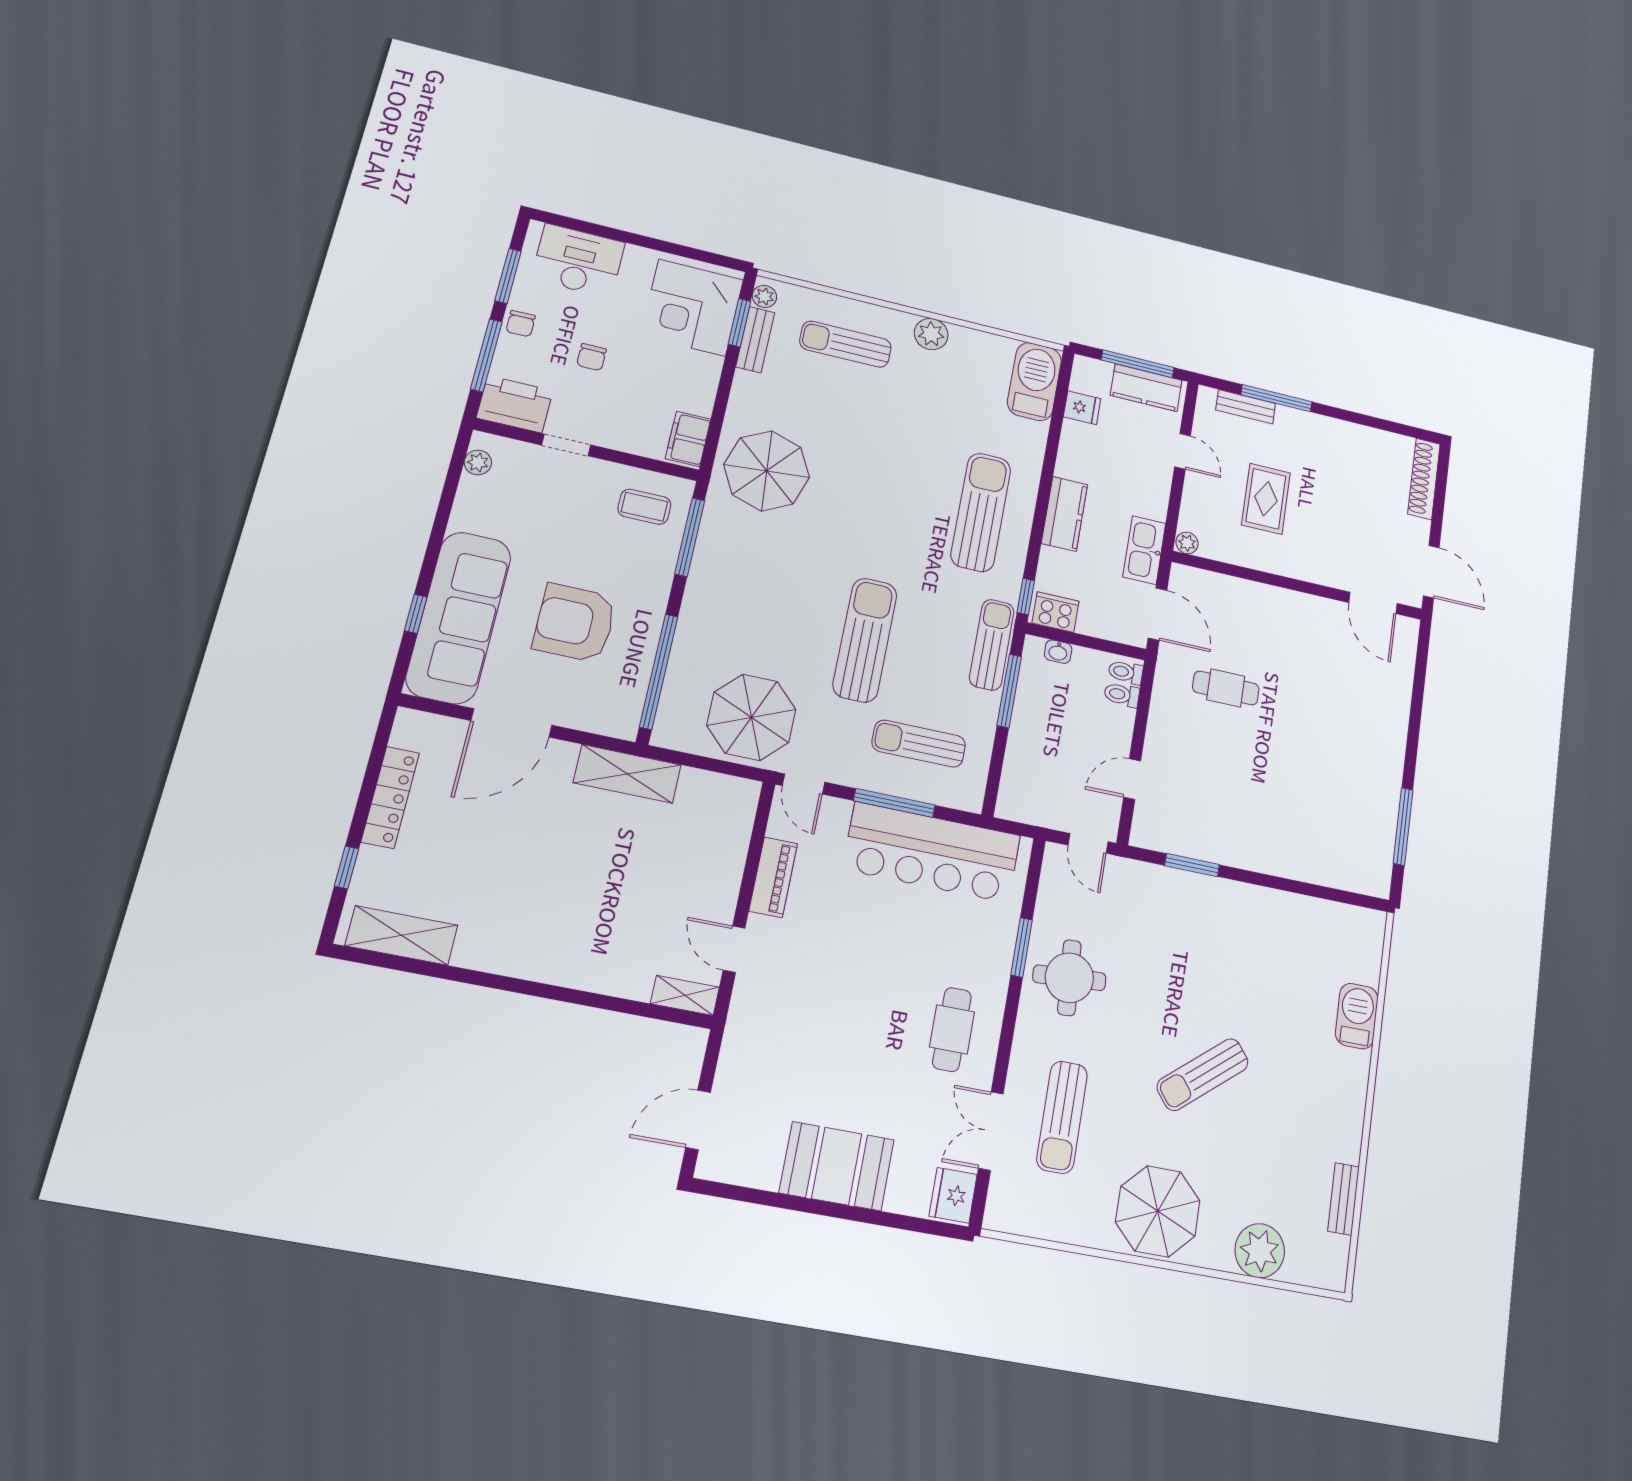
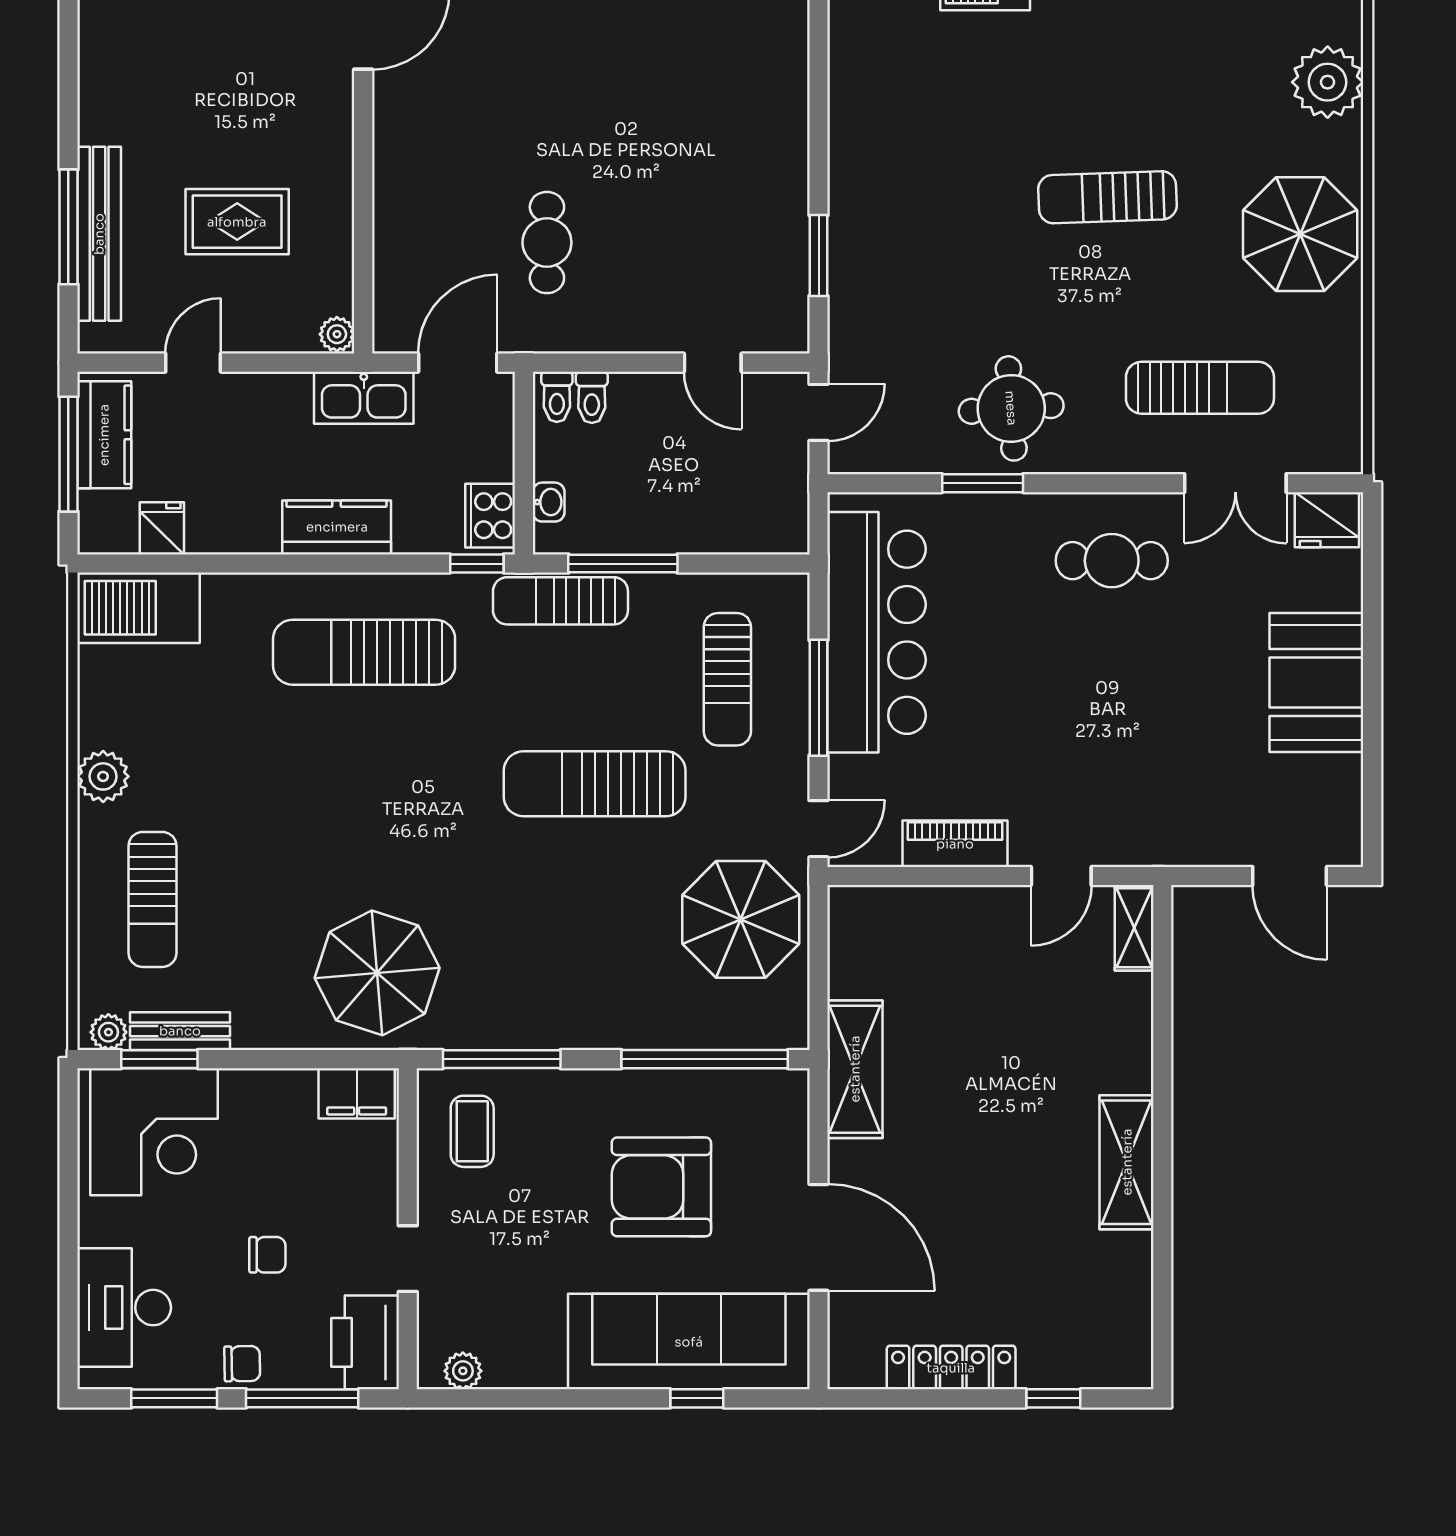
bench: (1246, 407) -> (99, 234), width x1.86, depth x1.21
armchair: (575, 623) -> (661, 1187), turned 90
shelving: (402, 935) -> (1127, 1162), moved
sun lounger: (1203, 1075) -> (1108, 197), turned 127

